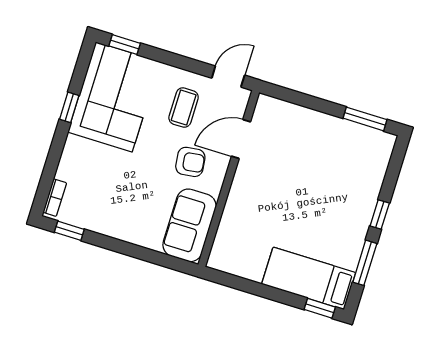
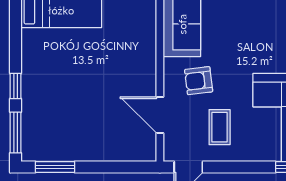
door: (241, 139) -> (160, 115), swing flipped
window: (365, 263) -> (16, 133), moved

